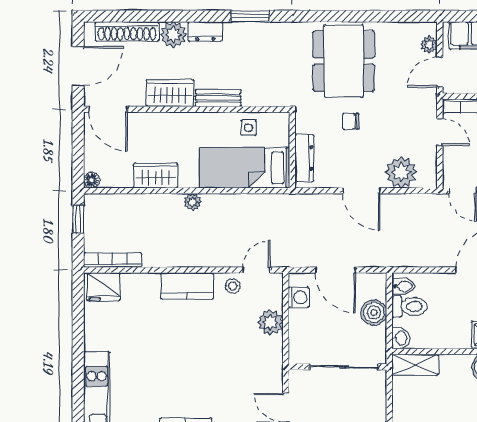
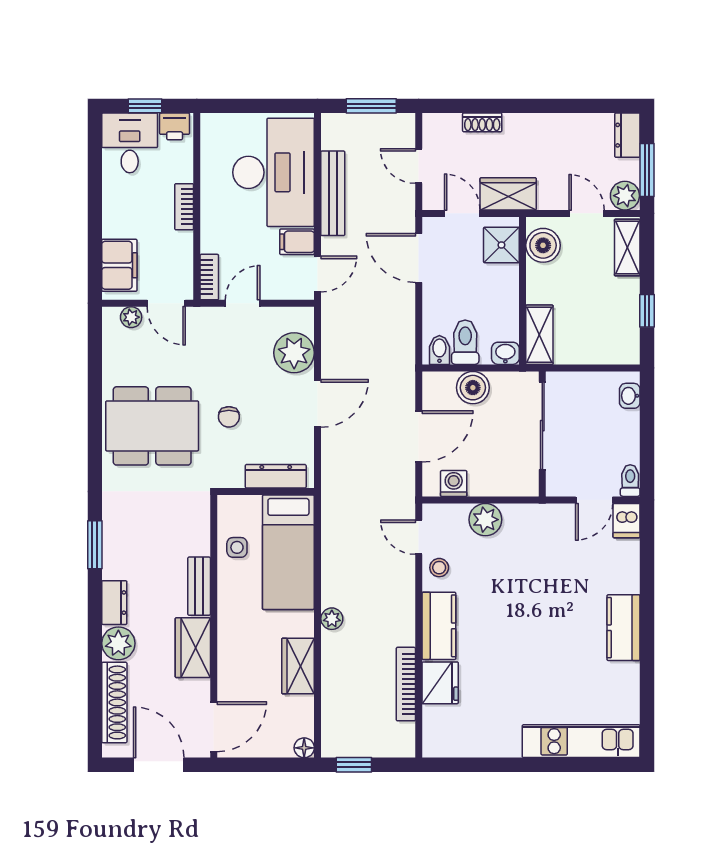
bookcase: (113, 260) -> (406, 684), moved
fridge: (104, 287) -> (440, 683), moved

